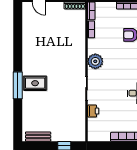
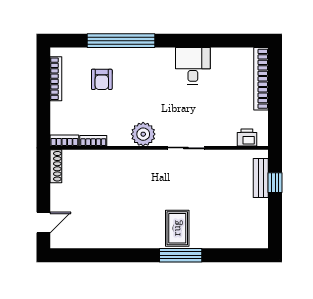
printer: (93, 111) -> (247, 138), moved
bench: (38, 137) -> (261, 178), moved

